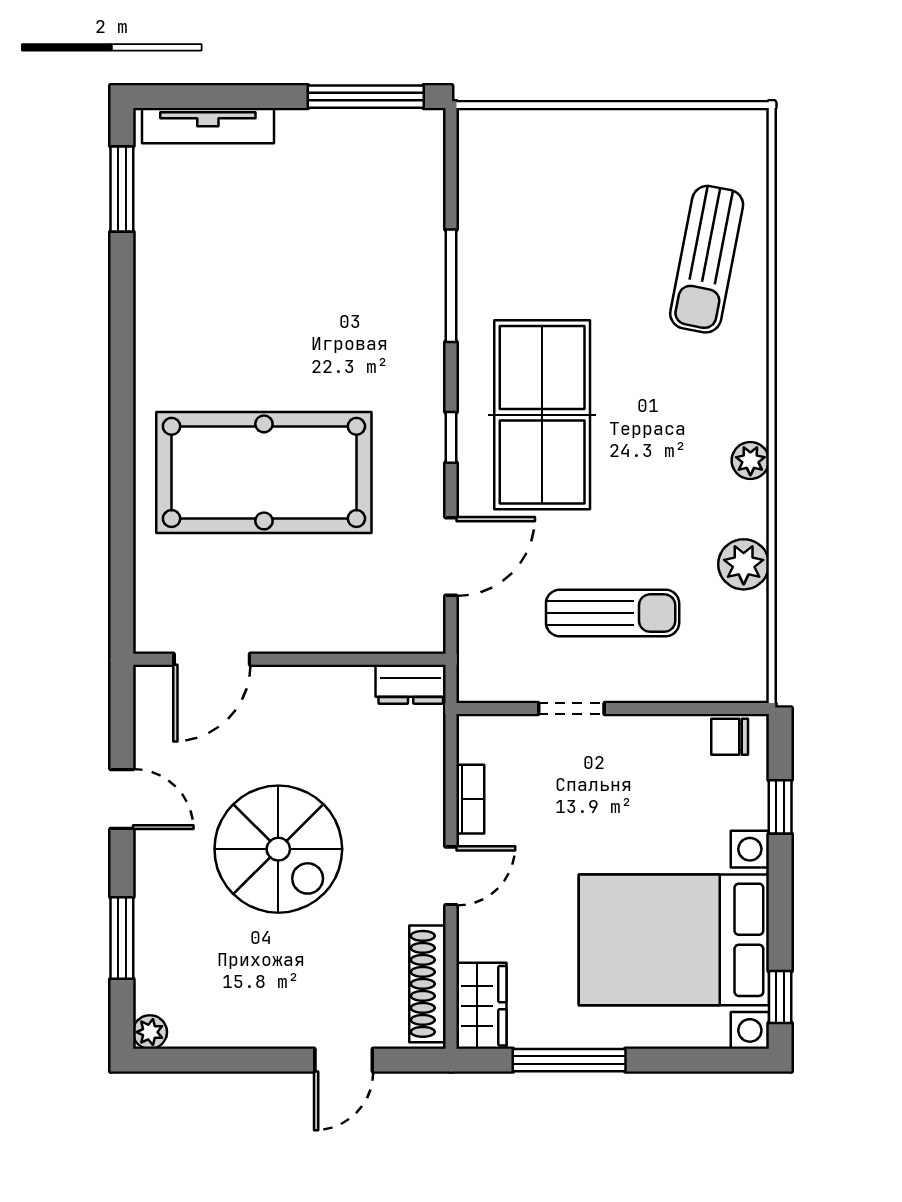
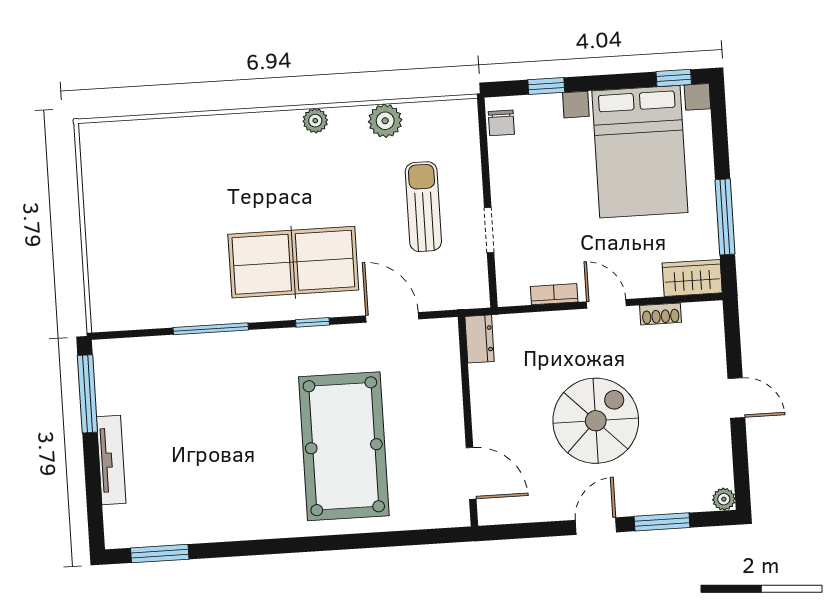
tv unit: (208, 126) -> (111, 460), moved
sun lounger: (707, 259) -> (182, 158), removed
door: (122, 799) -> (596, 526), moved
shoe rack: (427, 984) -> (661, 314), width x0.51, depth x0.81
door: (344, 1060) -> (736, 398), moved

